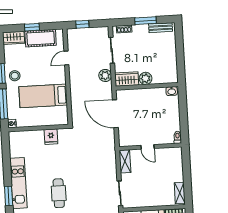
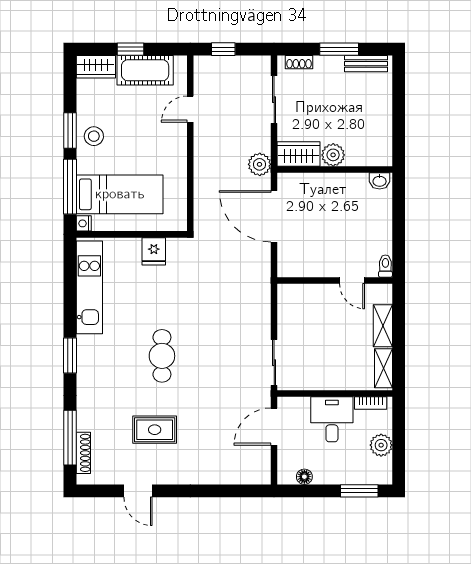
plant: (105, 75) -> (260, 164), moved
bed: (43, 96) -> (120, 194), moved, turned 180
door: (147, 147) -> (352, 280), moved
shelving: (125, 161) -> (383, 326), moved
kitchen unit: (18, 183) -> (89, 287), moved

